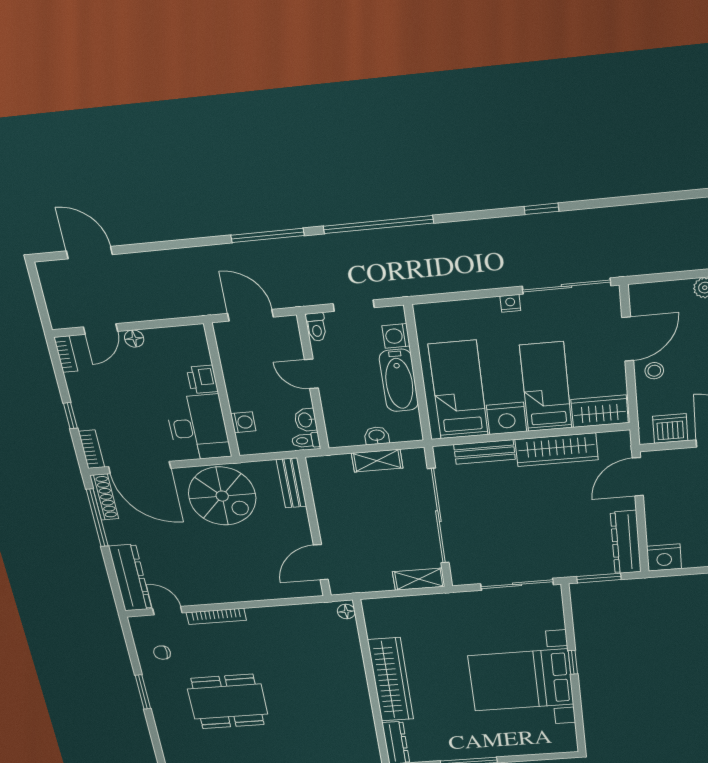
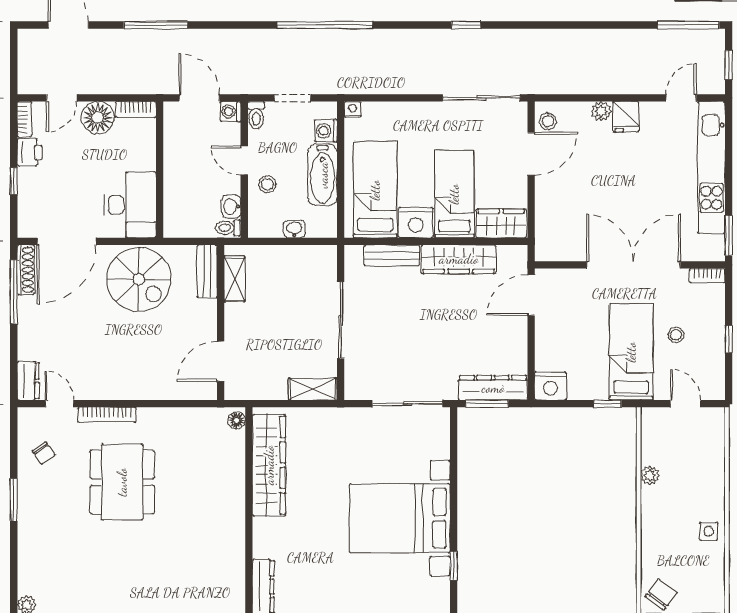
window: (268, 235) -> (156, 25), moved
nightstand: (510, 303) -> (353, 109), moved
floor lamp: (134, 339) -> (98, 118), width x1.89, depth x1.89
stool: (654, 371) -> (548, 121), moved
printer: (202, 379) -> (30, 152), moved, turned 180
stool: (341, 395) -> (268, 184), added
washing machine: (243, 422) -> (231, 112), moved, turned 180
dishwasher: (670, 429) -> (564, 247), removed
bookcase: (91, 449) -> (136, 109), moved, turned 90
shelving: (377, 461) -> (235, 279), moved, turned 90
door: (140, 468) -> (67, 241), hinge flipped
sliding door: (438, 516) -> (341, 320), width x0.73
dresser: (626, 542) -> (493, 388), moved, turned 90
dresser: (130, 578) -> (28, 381), width x0.51, depth x0.80
chair: (162, 653) -> (44, 453), turned -125
window: (573, 662) -> (454, 566), moved
wardrobe: (391, 680) -> (269, 465), moved
dining table: (228, 702) -> (122, 482), moved, turned 90

